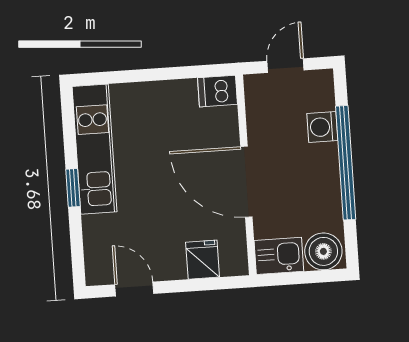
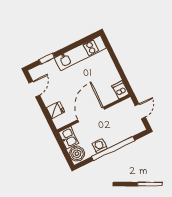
door: (286, 66) -> (140, 111), hinge flipped
washing machine: (322, 127) -> (99, 146), moved
window: (73, 188) -> (47, 59), moved

